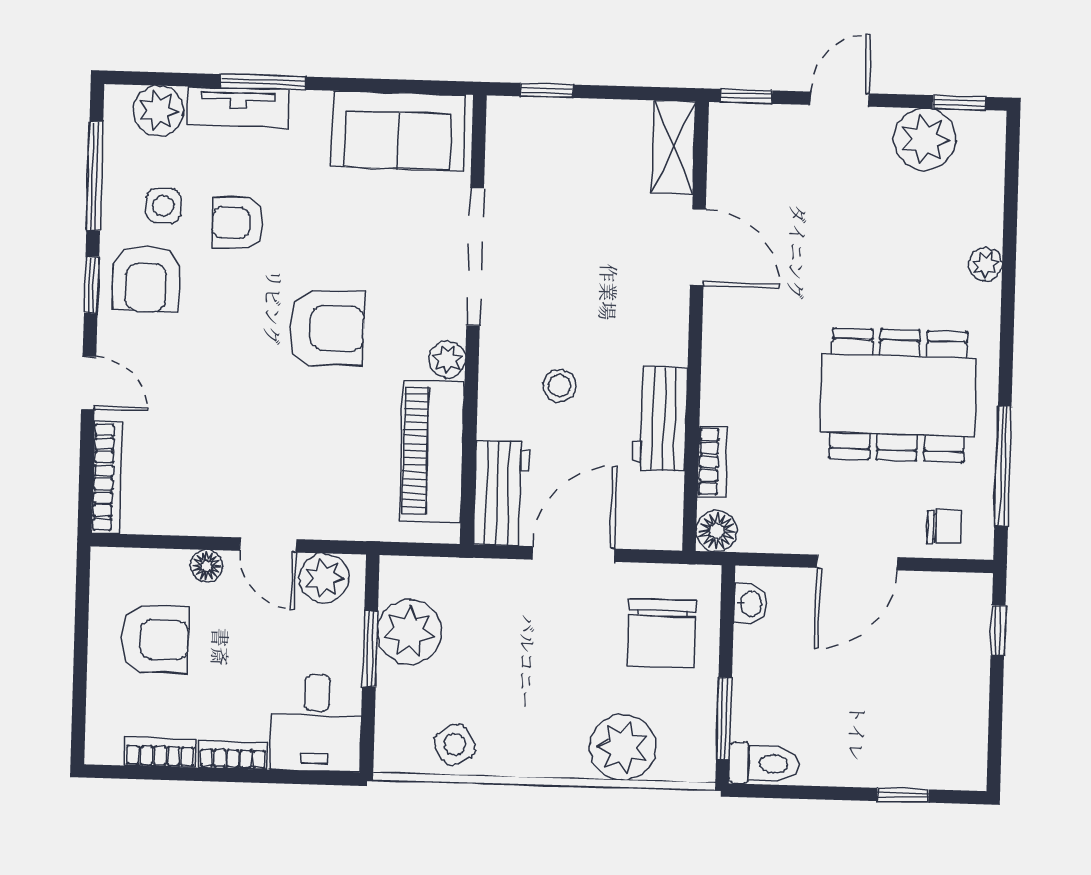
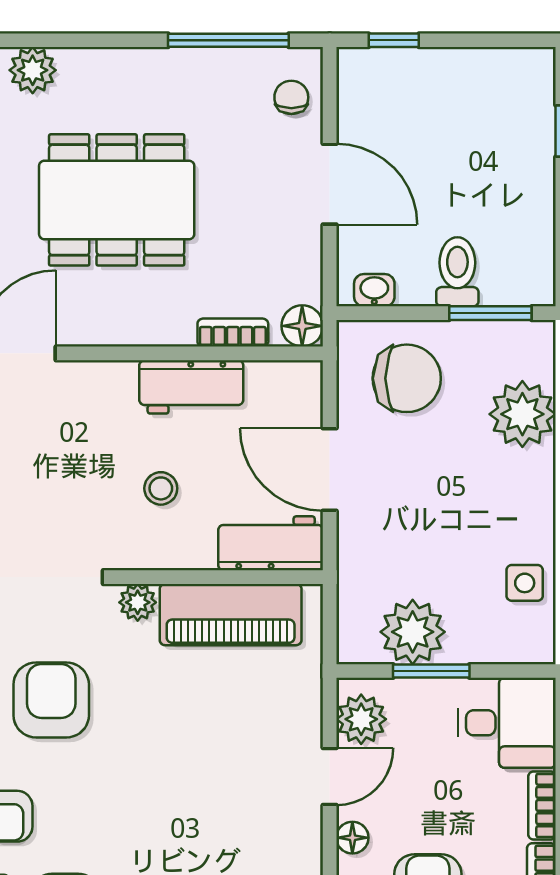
plant: (985, 264) -> (33, 70), width x1.38, depth x1.38
armchair: (326, 328) -> (51, 700), moved
dining table: (898, 395) -> (117, 200), moved, turned 90
side table: (455, 745) -> (525, 583), turned 31
toilet: (764, 763) -> (457, 272), moved

